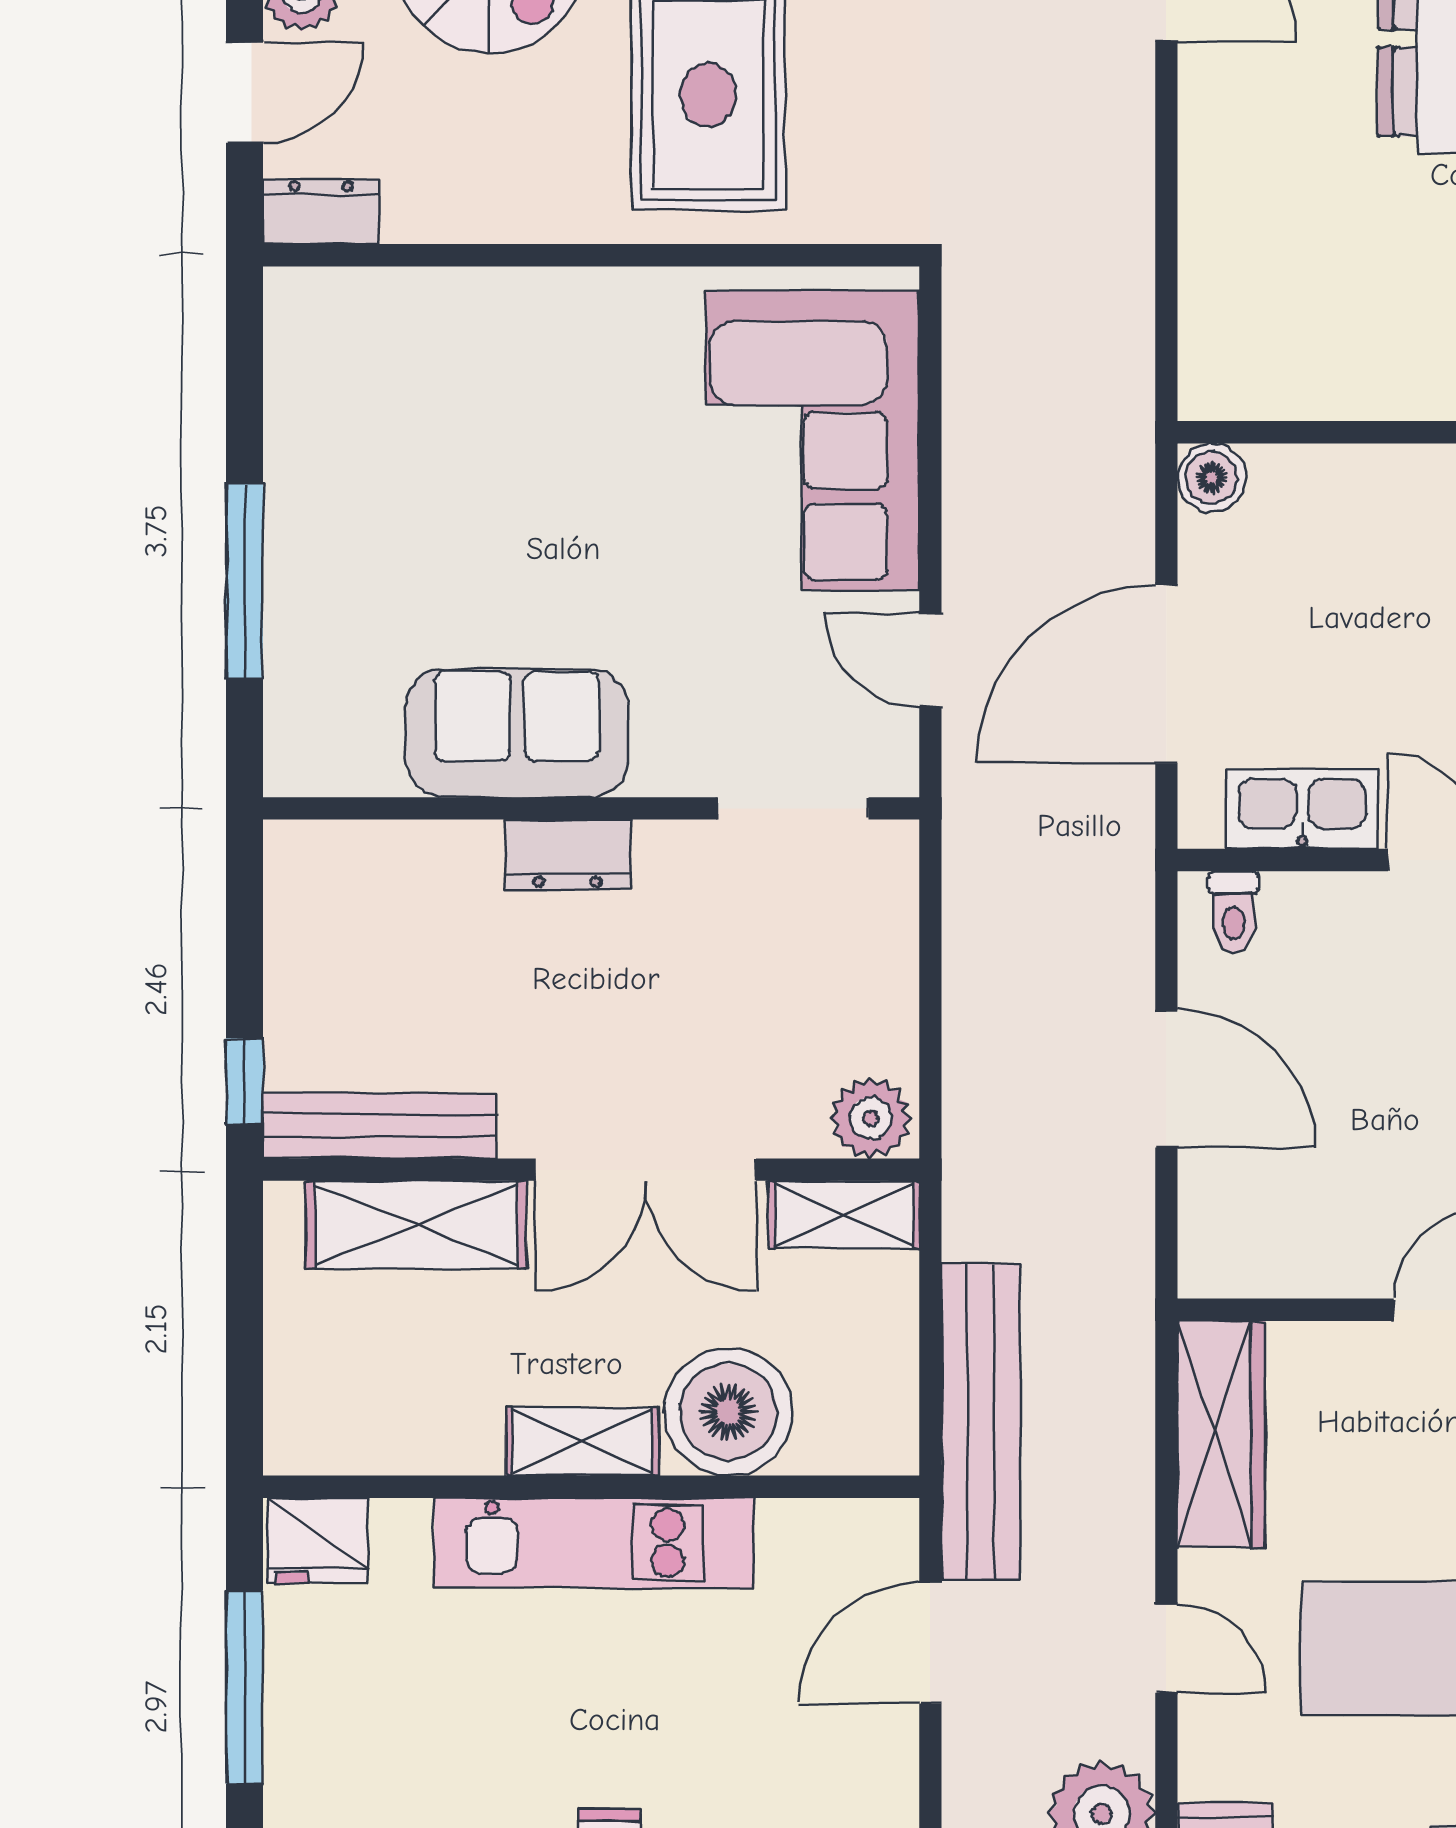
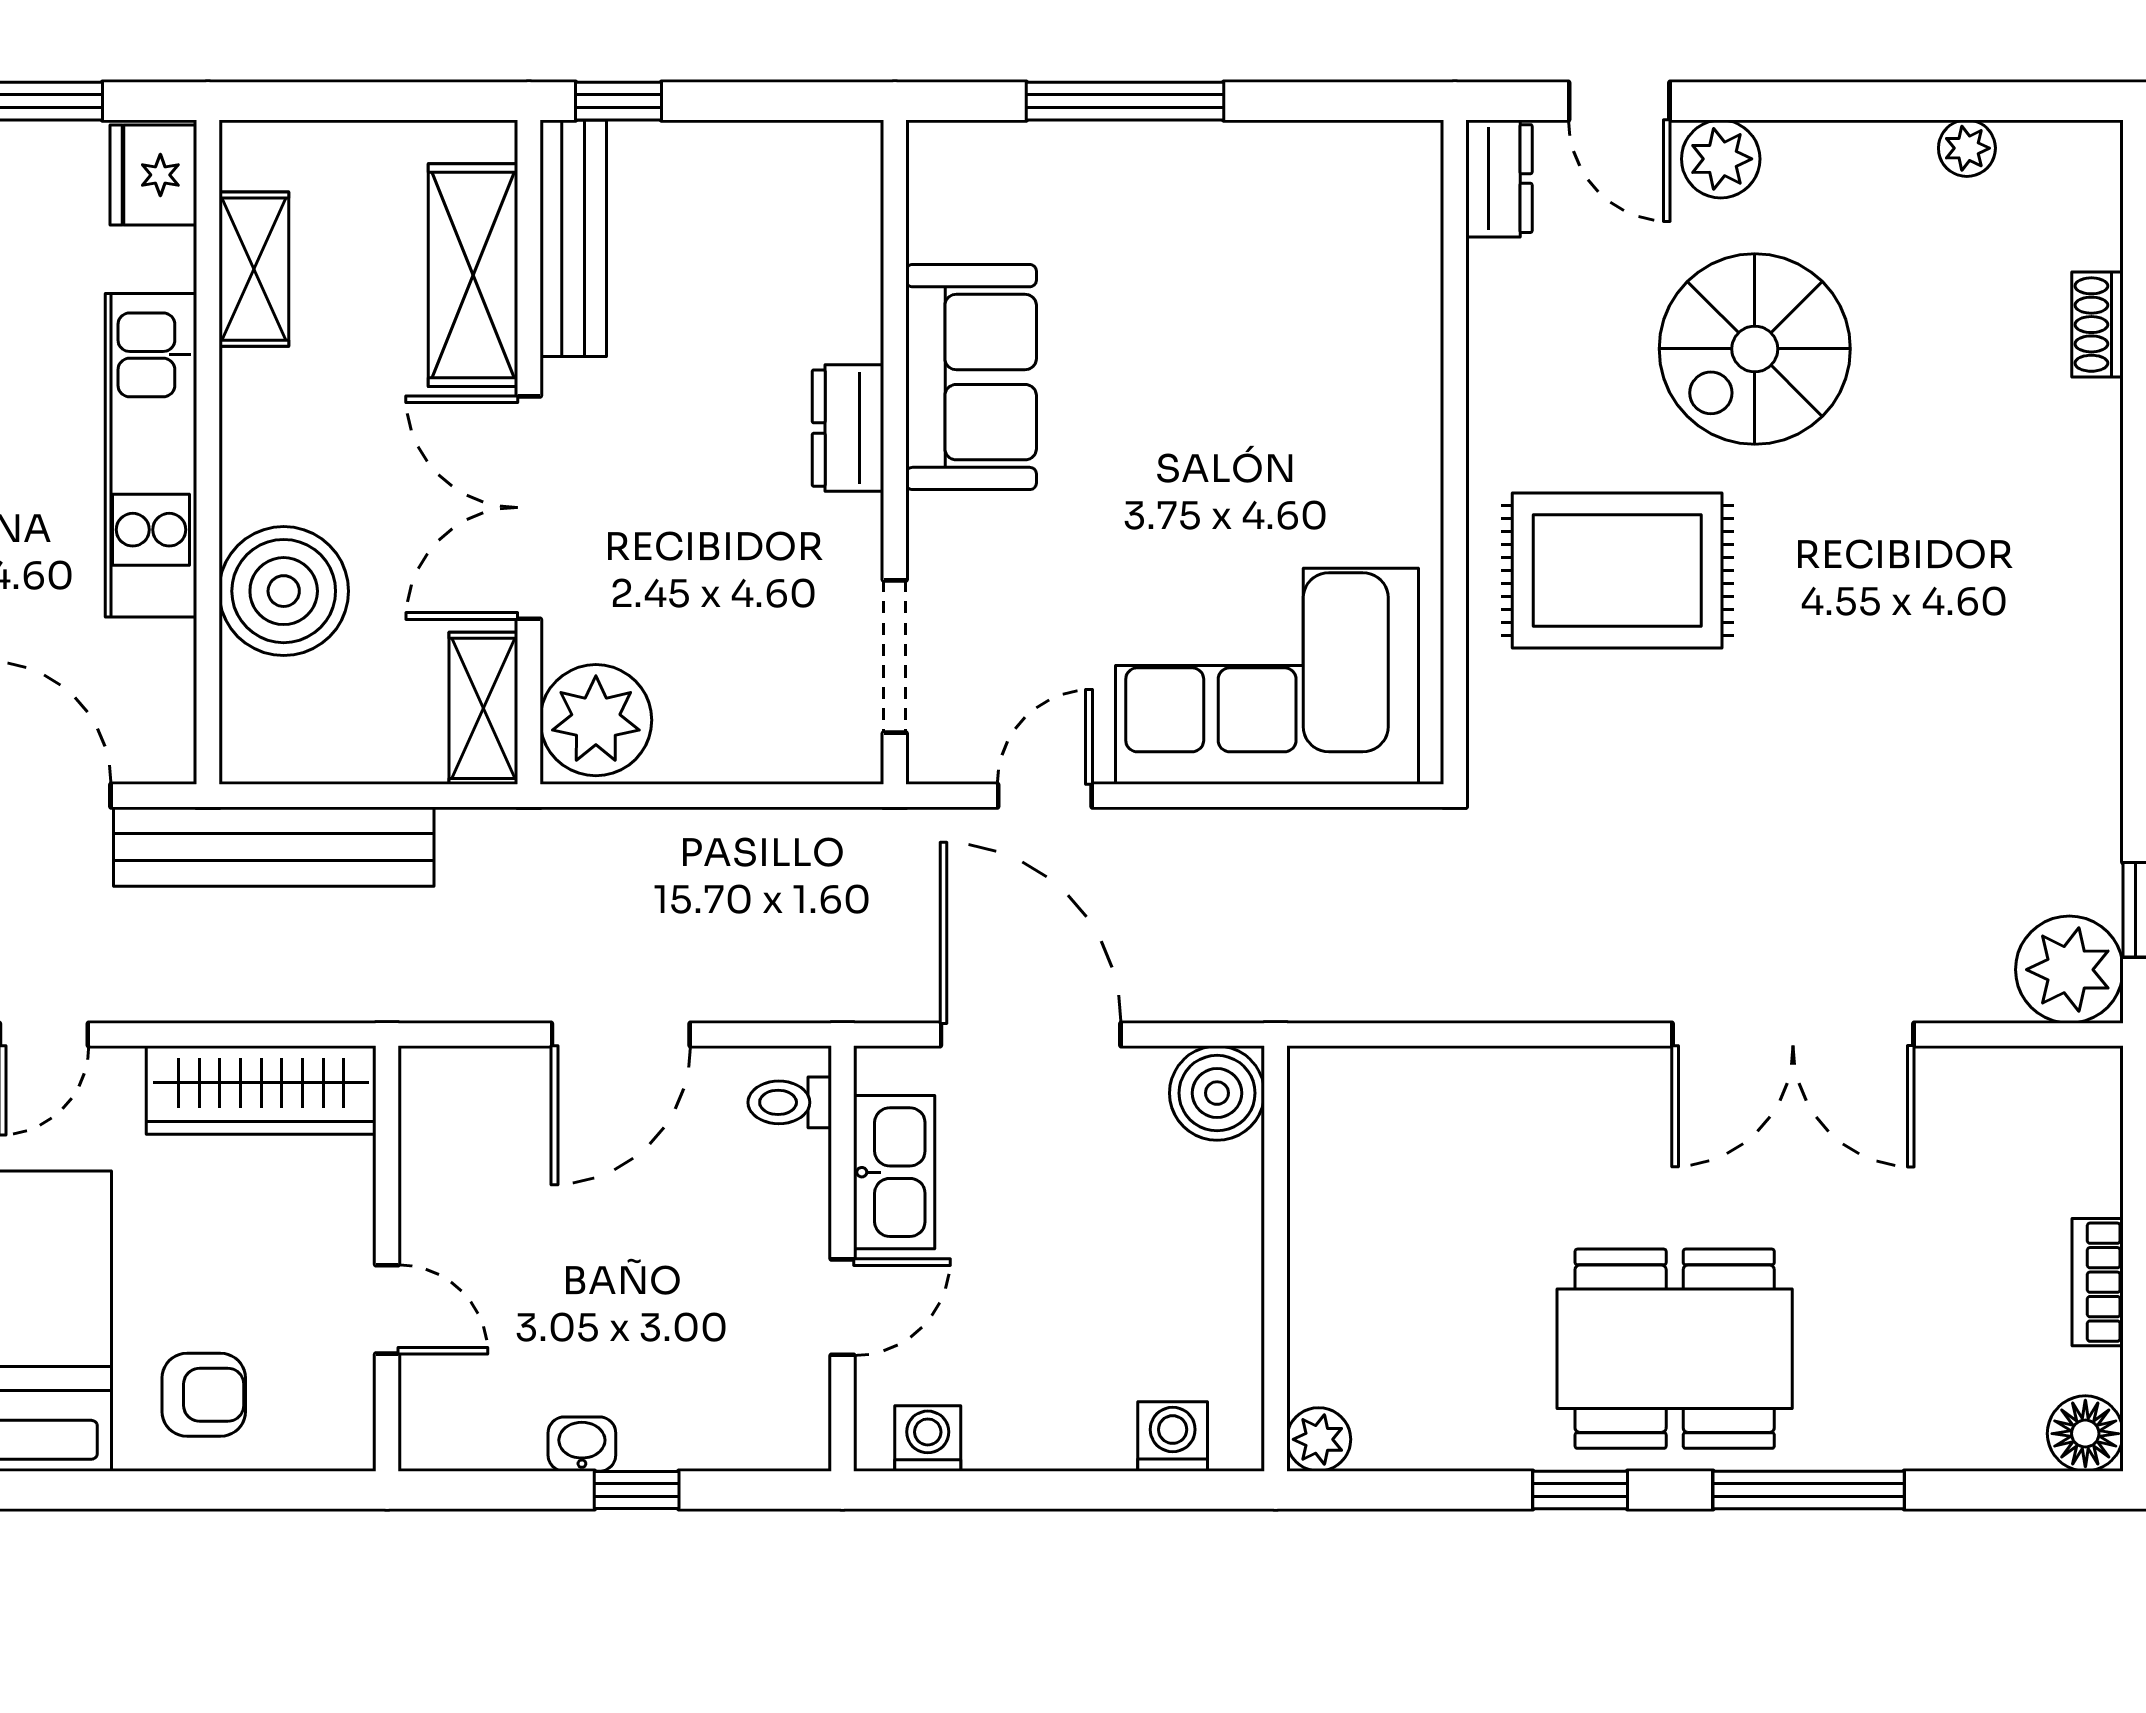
boiler: (1212, 478) -> (1217, 1093), width x1.36, depth x1.36
plant: (871, 1118) -> (596, 720), width x1.36, depth x1.36
shelving: (582, 1441) -> (254, 269), moved

